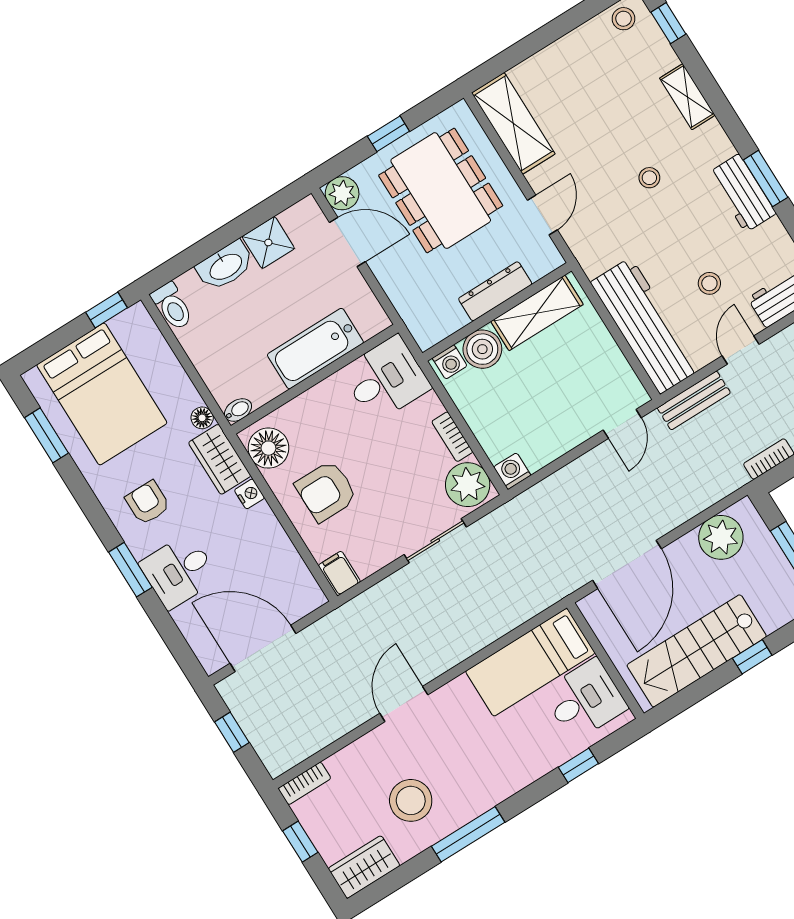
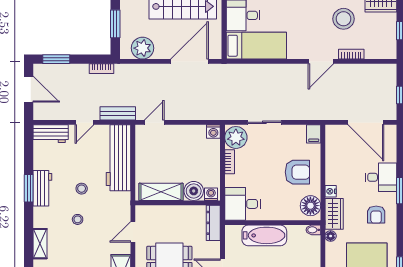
stool: (709, 283) -> (82, 189), moved
dresser: (495, 291) -> (213, 223), moved, turned 90
bookcase: (304, 783) -> (351, 54), moved

